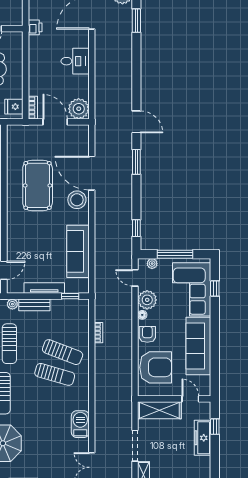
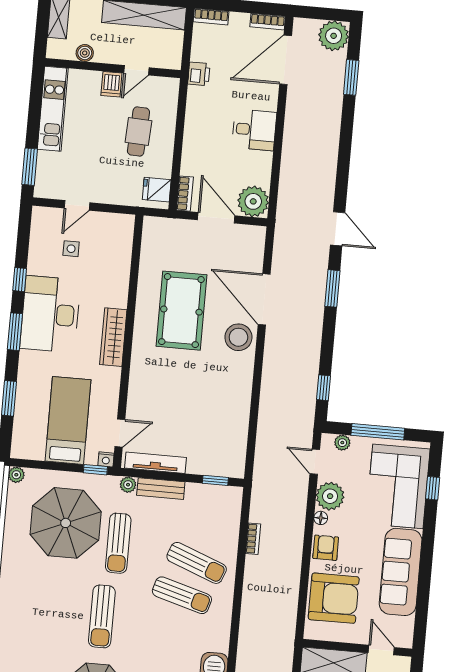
sofa: (78, 251) -> (233, 414), removed
tv unit: (44, 288) -> (155, 463), moved

